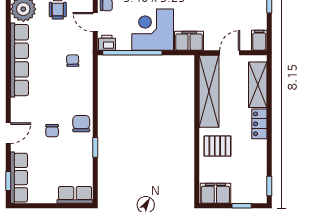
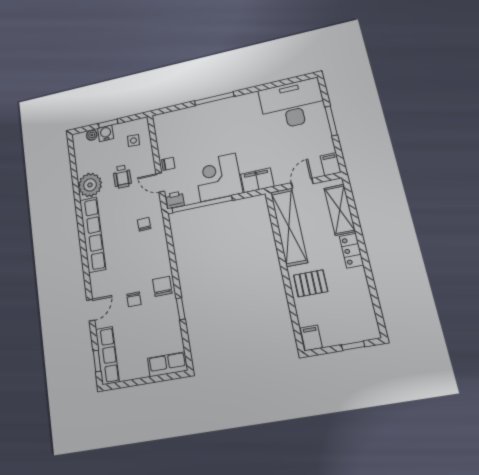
window: (269, 186) -> (379, 317), removed
filing cabinet: (215, 193) -> (311, 338), width x0.50

